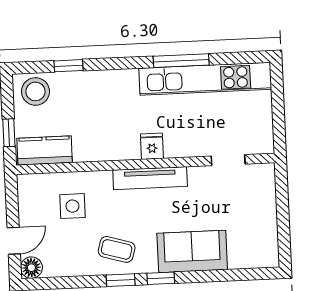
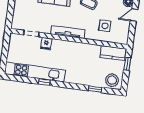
window: (181, 61) -> (44, 82), width x0.46
fridge: (152, 146) -> (46, 44), moved

